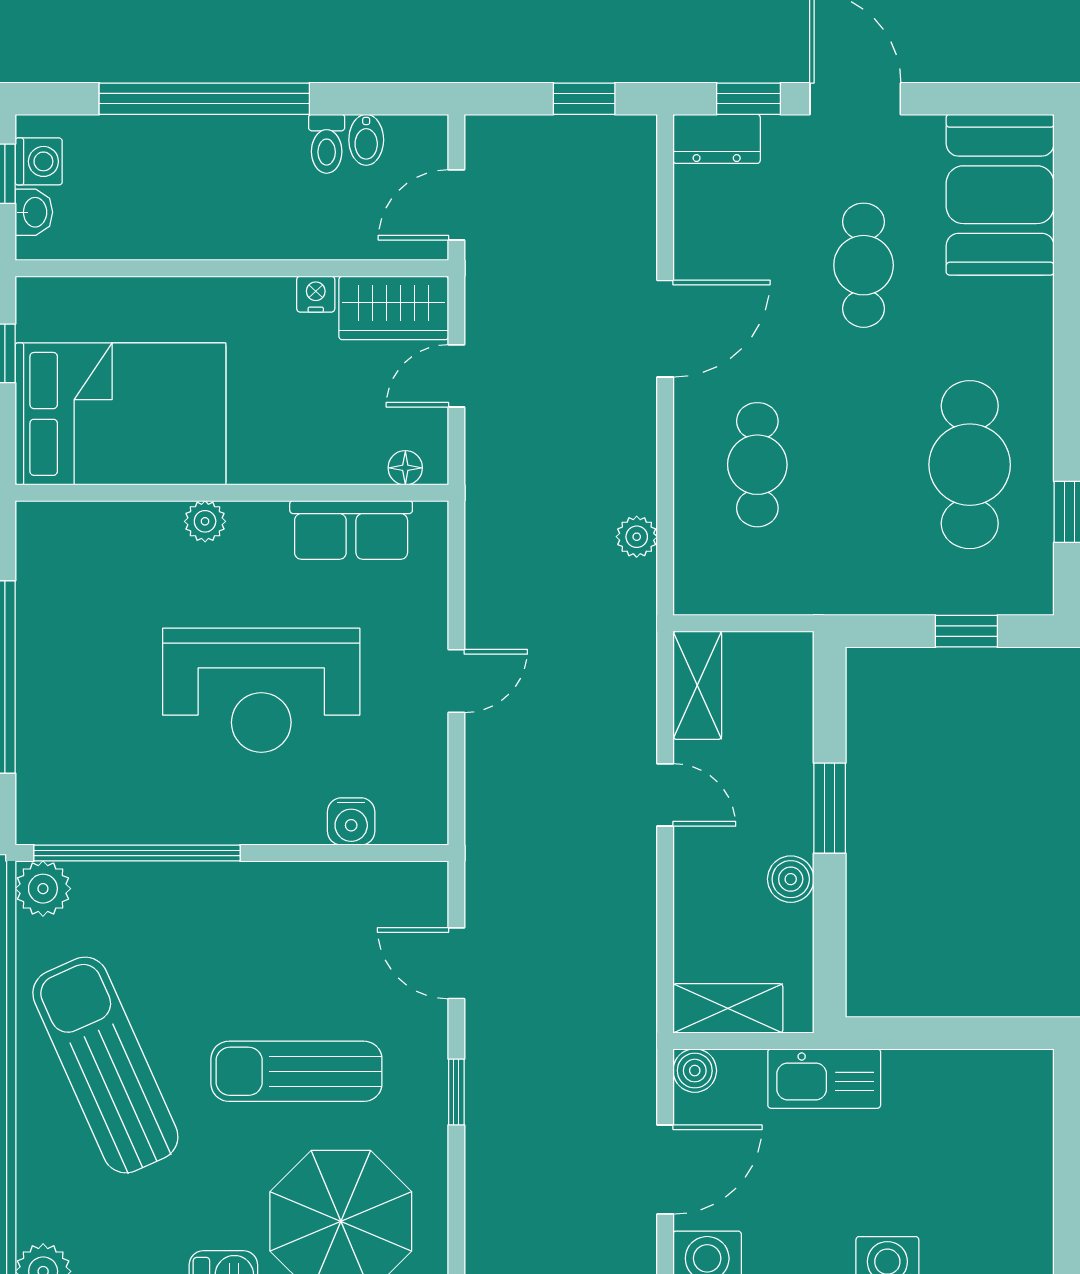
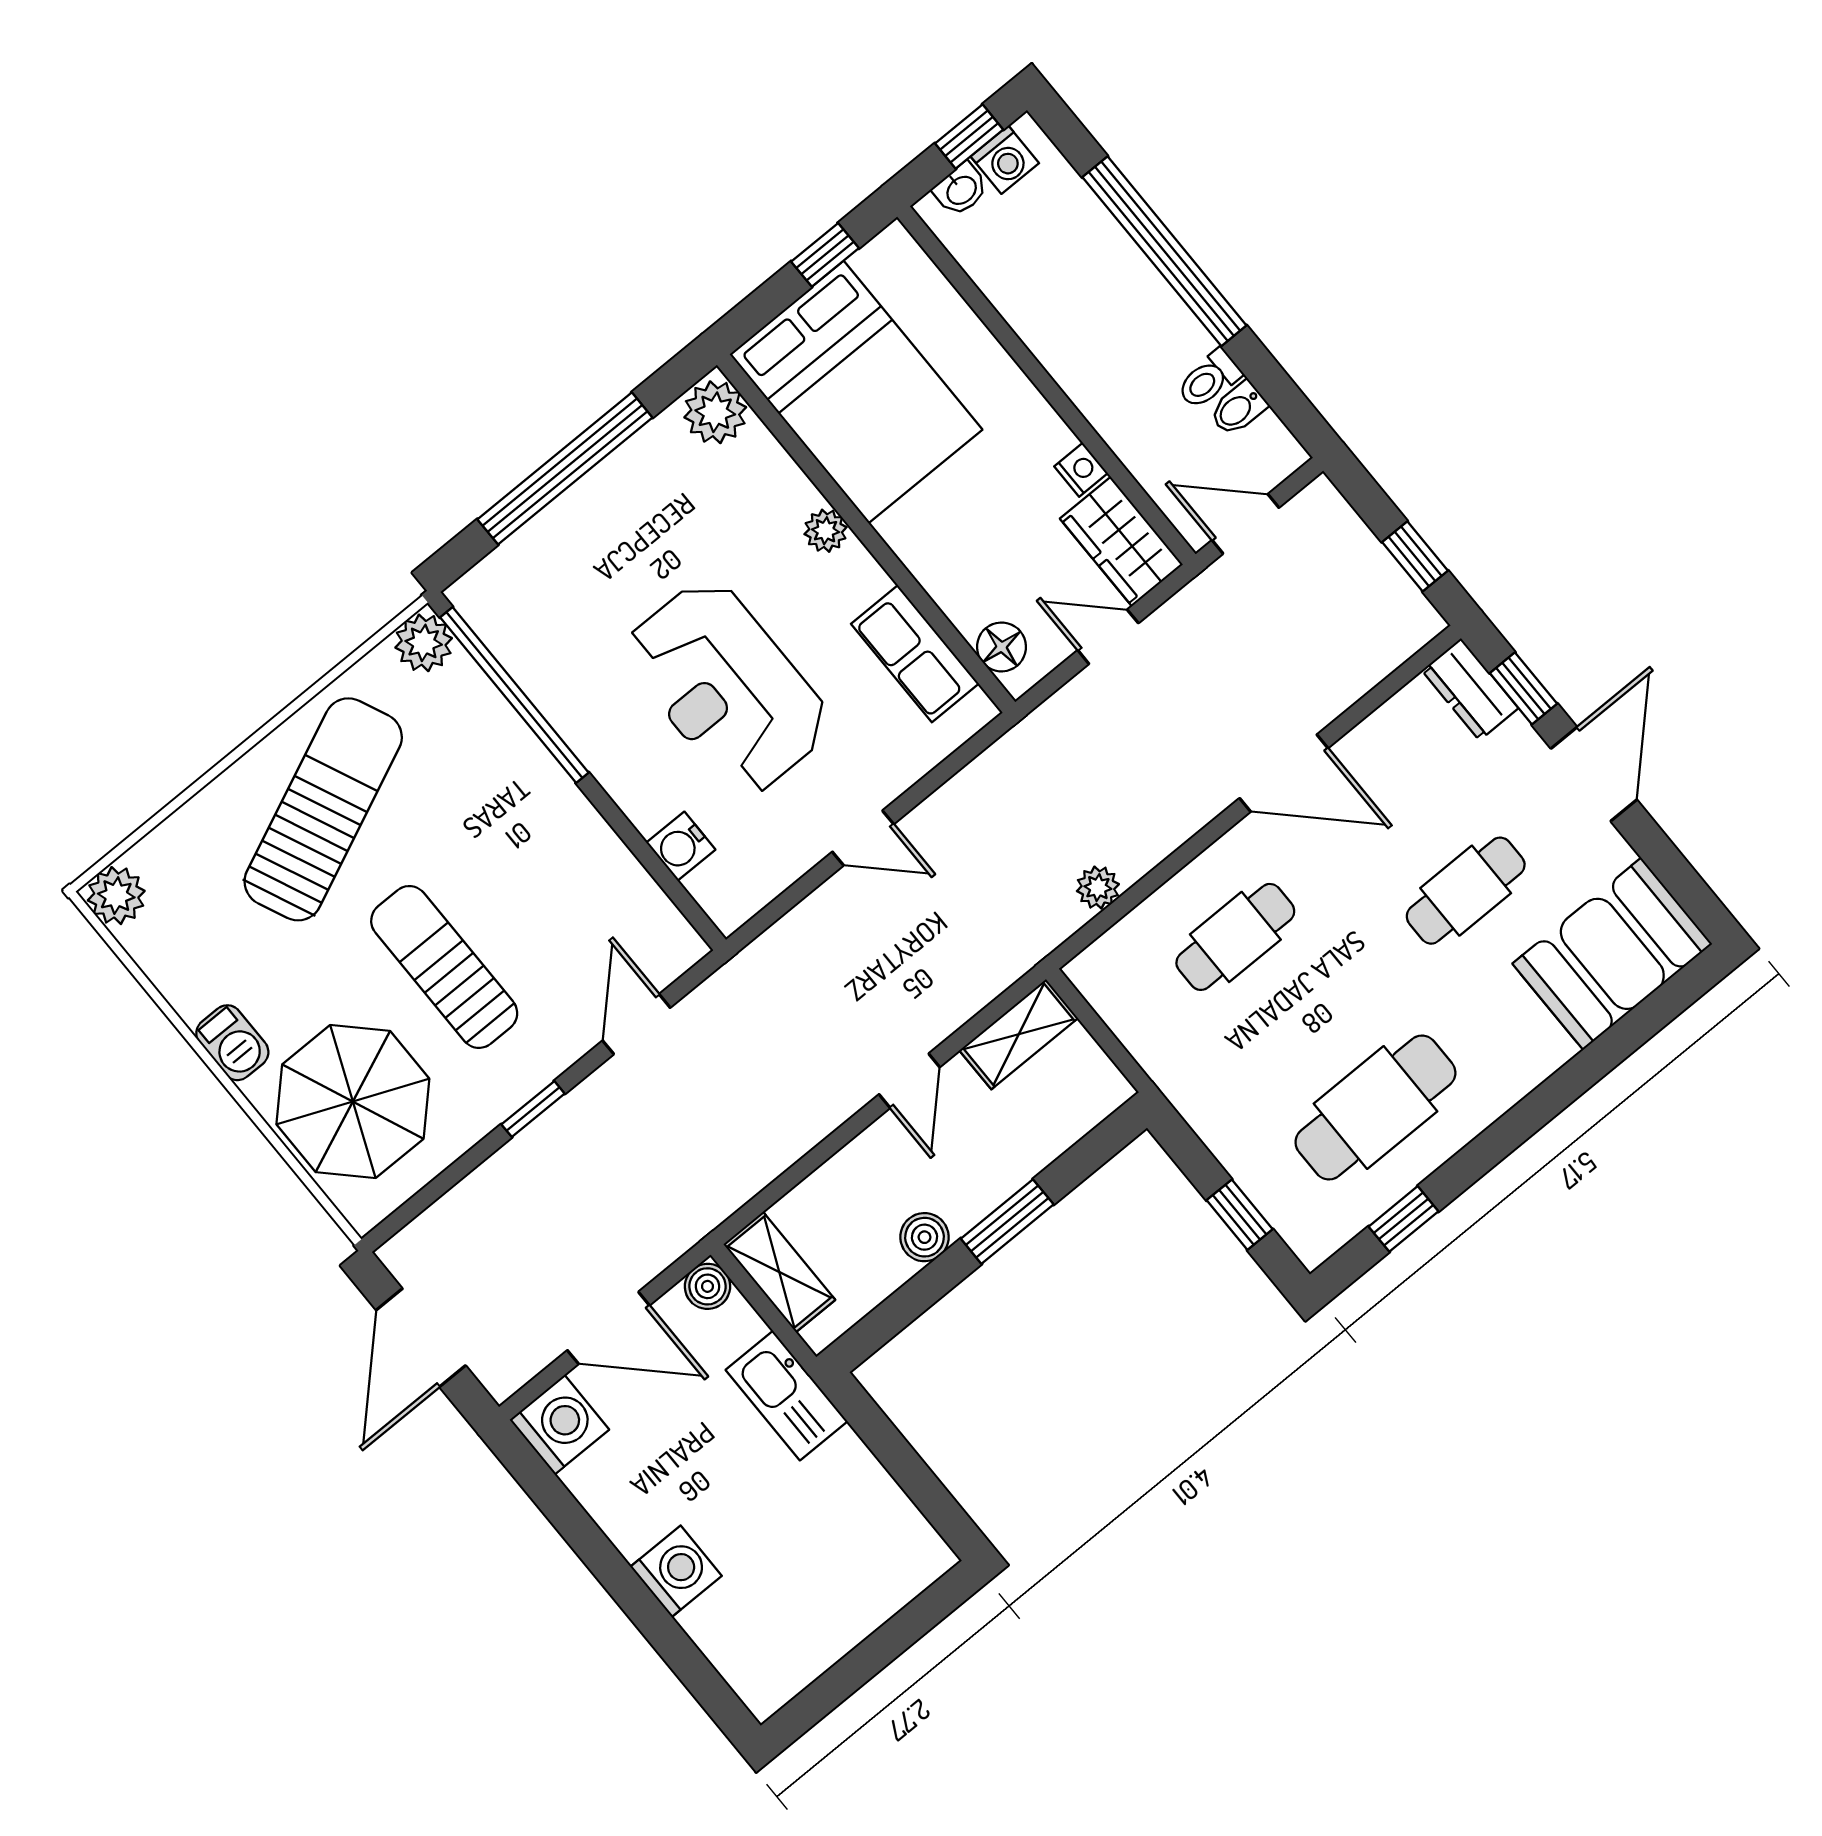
floor lamp: (405, 468) -> (1002, 647), width x1.37, depth x1.37
plant: (50, 531) -> (715, 412), added

